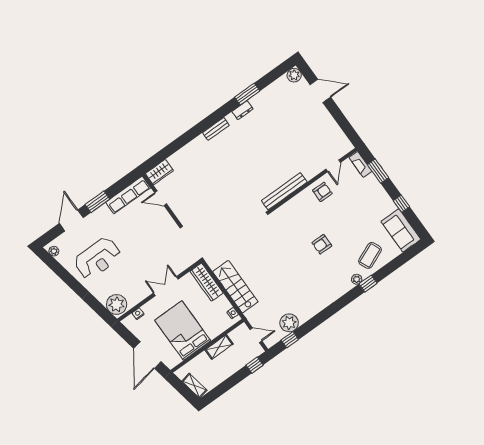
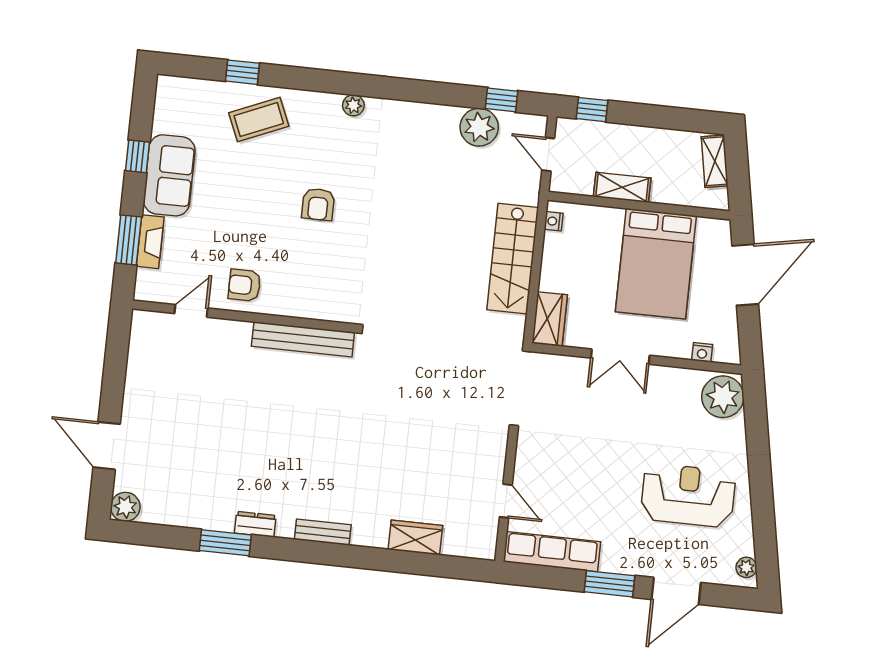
fireplace: (360, 164) -> (150, 242), moved
wardrobe: (159, 172) -> (415, 538), moved
sofa: (401, 230) -> (169, 175), moved
armchair: (322, 244) -> (318, 204), turned 90
plant: (357, 279) -> (353, 105), moved
wardrobe: (207, 282) -> (550, 319), width x0.67
window: (368, 284) -> (242, 72), moved

